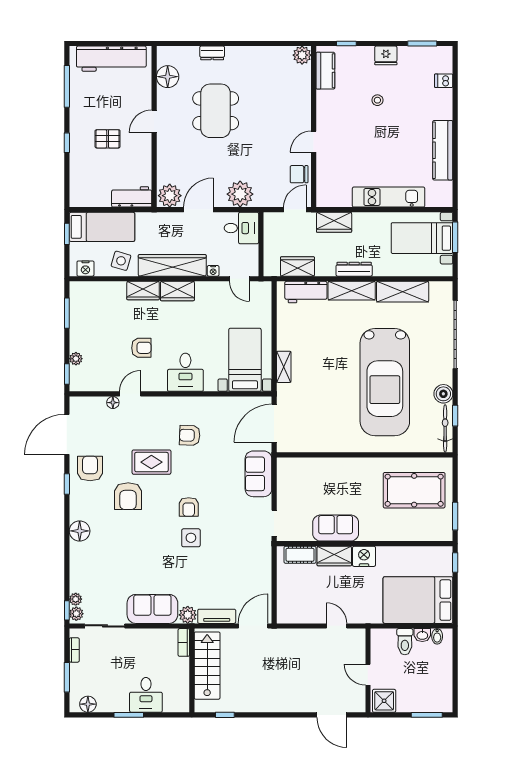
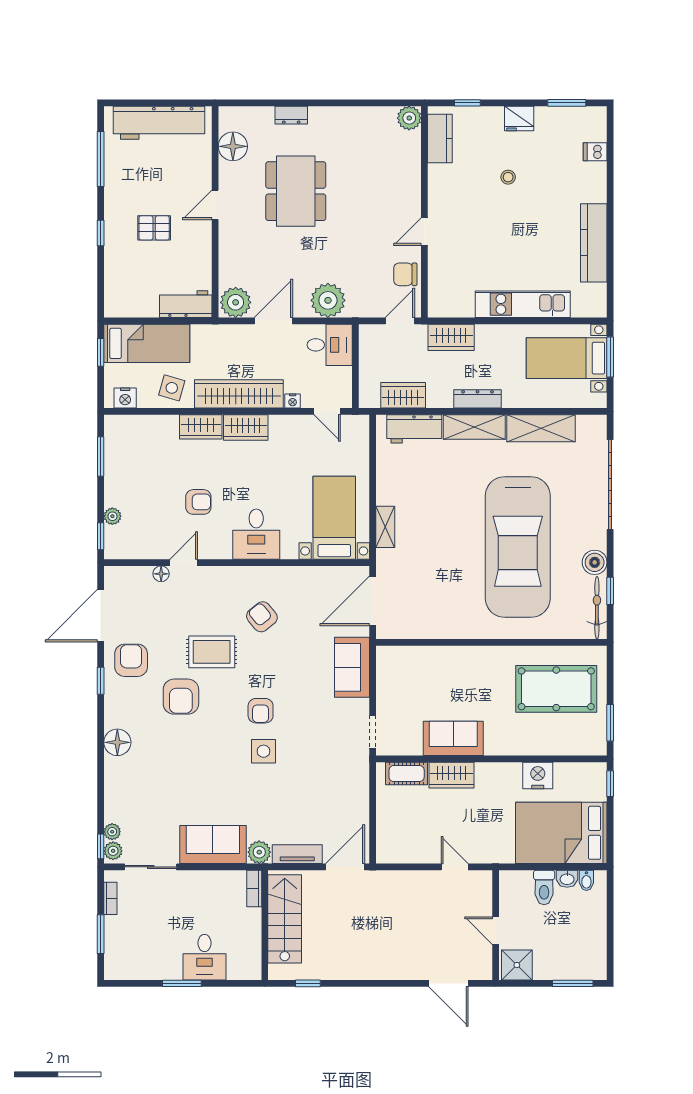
armchair: (190, 435) -> (262, 617), turned 49
nightstand: (364, 556) -> (538, 776), moved
floor lamp: (88, 704) -> (128, 970), removed

